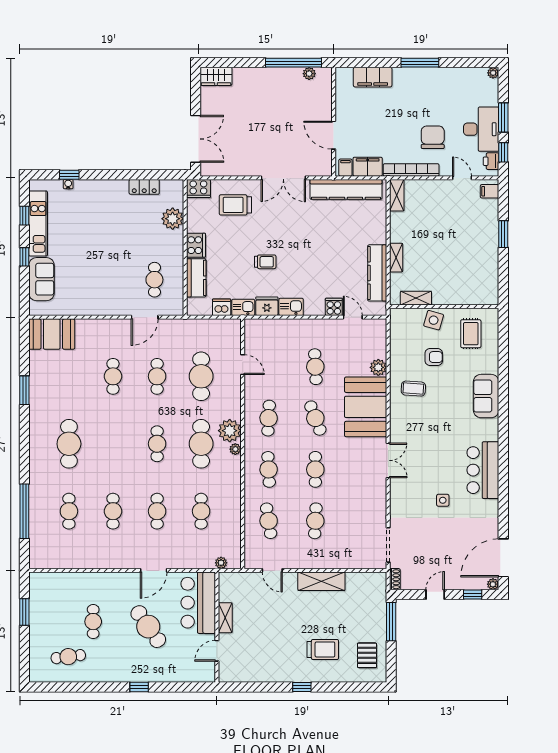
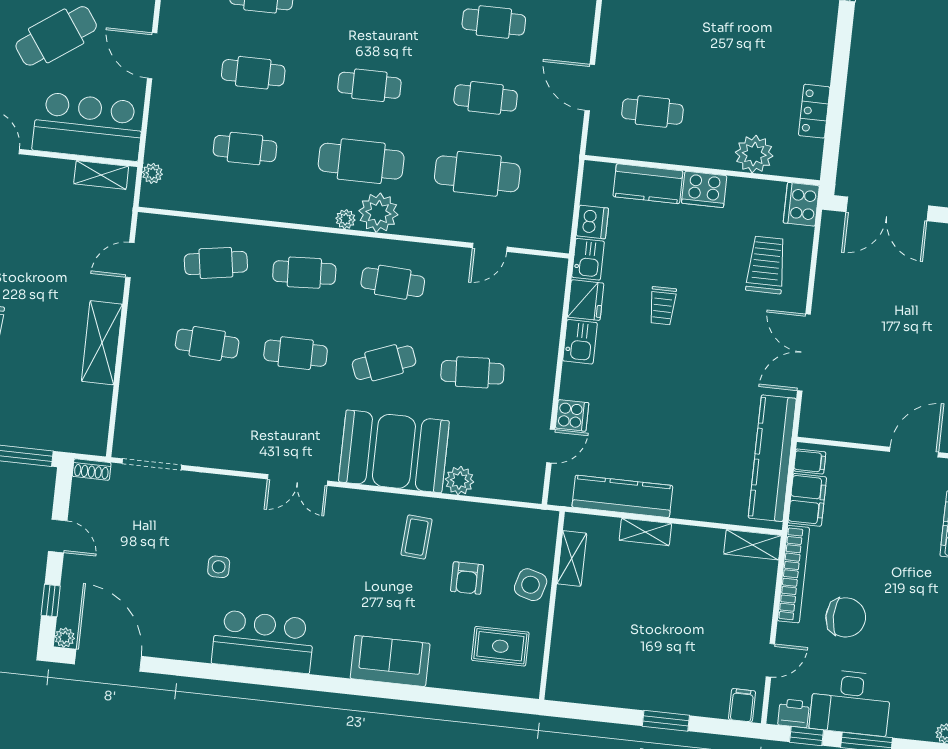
door: (334, 135) -> (914, 452), moved
shelving: (225, 618) -> (101, 175), moved

